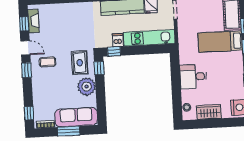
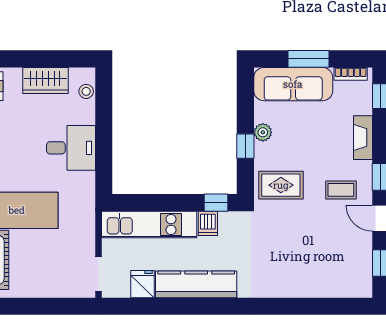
fireplace: (33, 21) -> (363, 138), moved
rug: (80, 63) -> (281, 185), turned 90
window: (99, 68) -> (245, 146), moved
plant: (87, 86) -> (263, 132), width x0.53, depth x0.53

